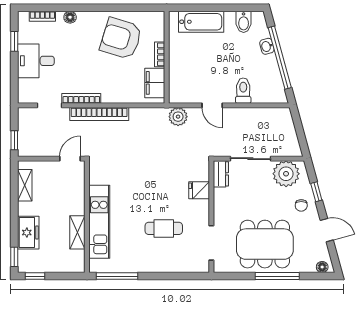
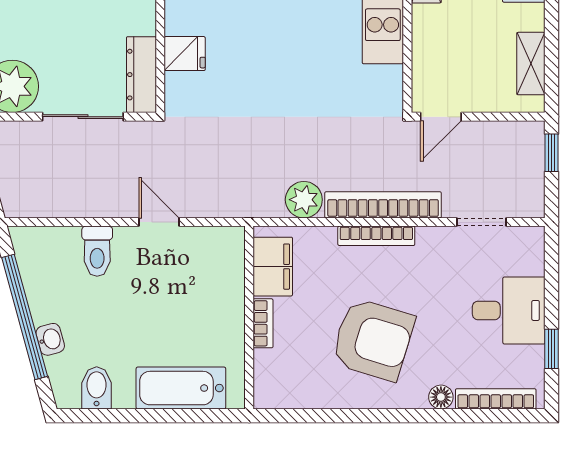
bookcase: (42, 16) -> (496, 399), width x1.56
armchair: (121, 38) -> (373, 339), moved
bookcase: (81, 98) -> (376, 236), moved
plant: (178, 117) -> (304, 200), moved
dresser: (221, 174) -> (141, 75), width x1.44

